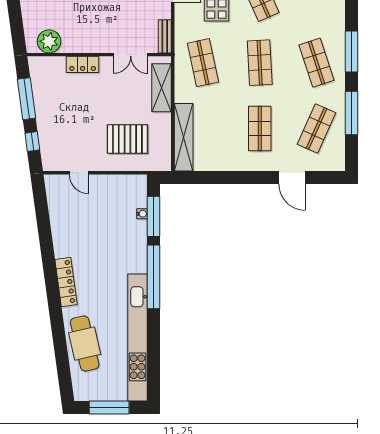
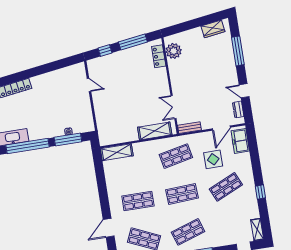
locker: (83, 64) -> (159, 56), moved
shelving: (184, 137) -> (117, 152), width x0.68
pallet: (127, 139) -> (117, 114), removed
door: (79, 173) -> (89, 85), swing flipped

